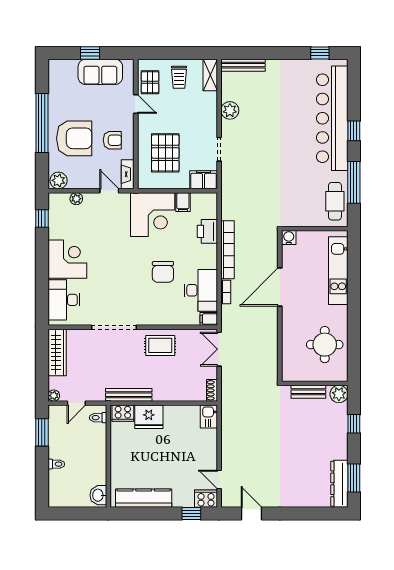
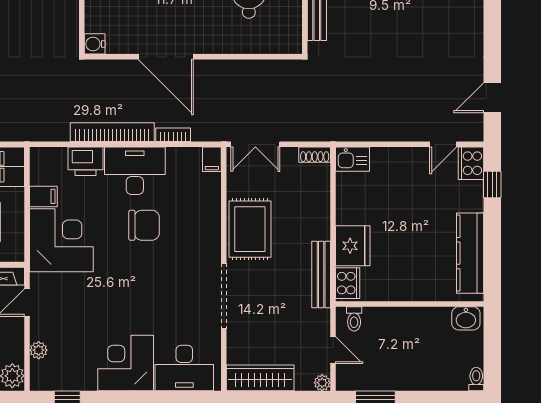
desk: (201, 290) -> (135, 171), moved
rug: (160, 345) -> (250, 229), width x1.36, depth x1.43
toilet: (56, 464) -> (476, 379), moved

